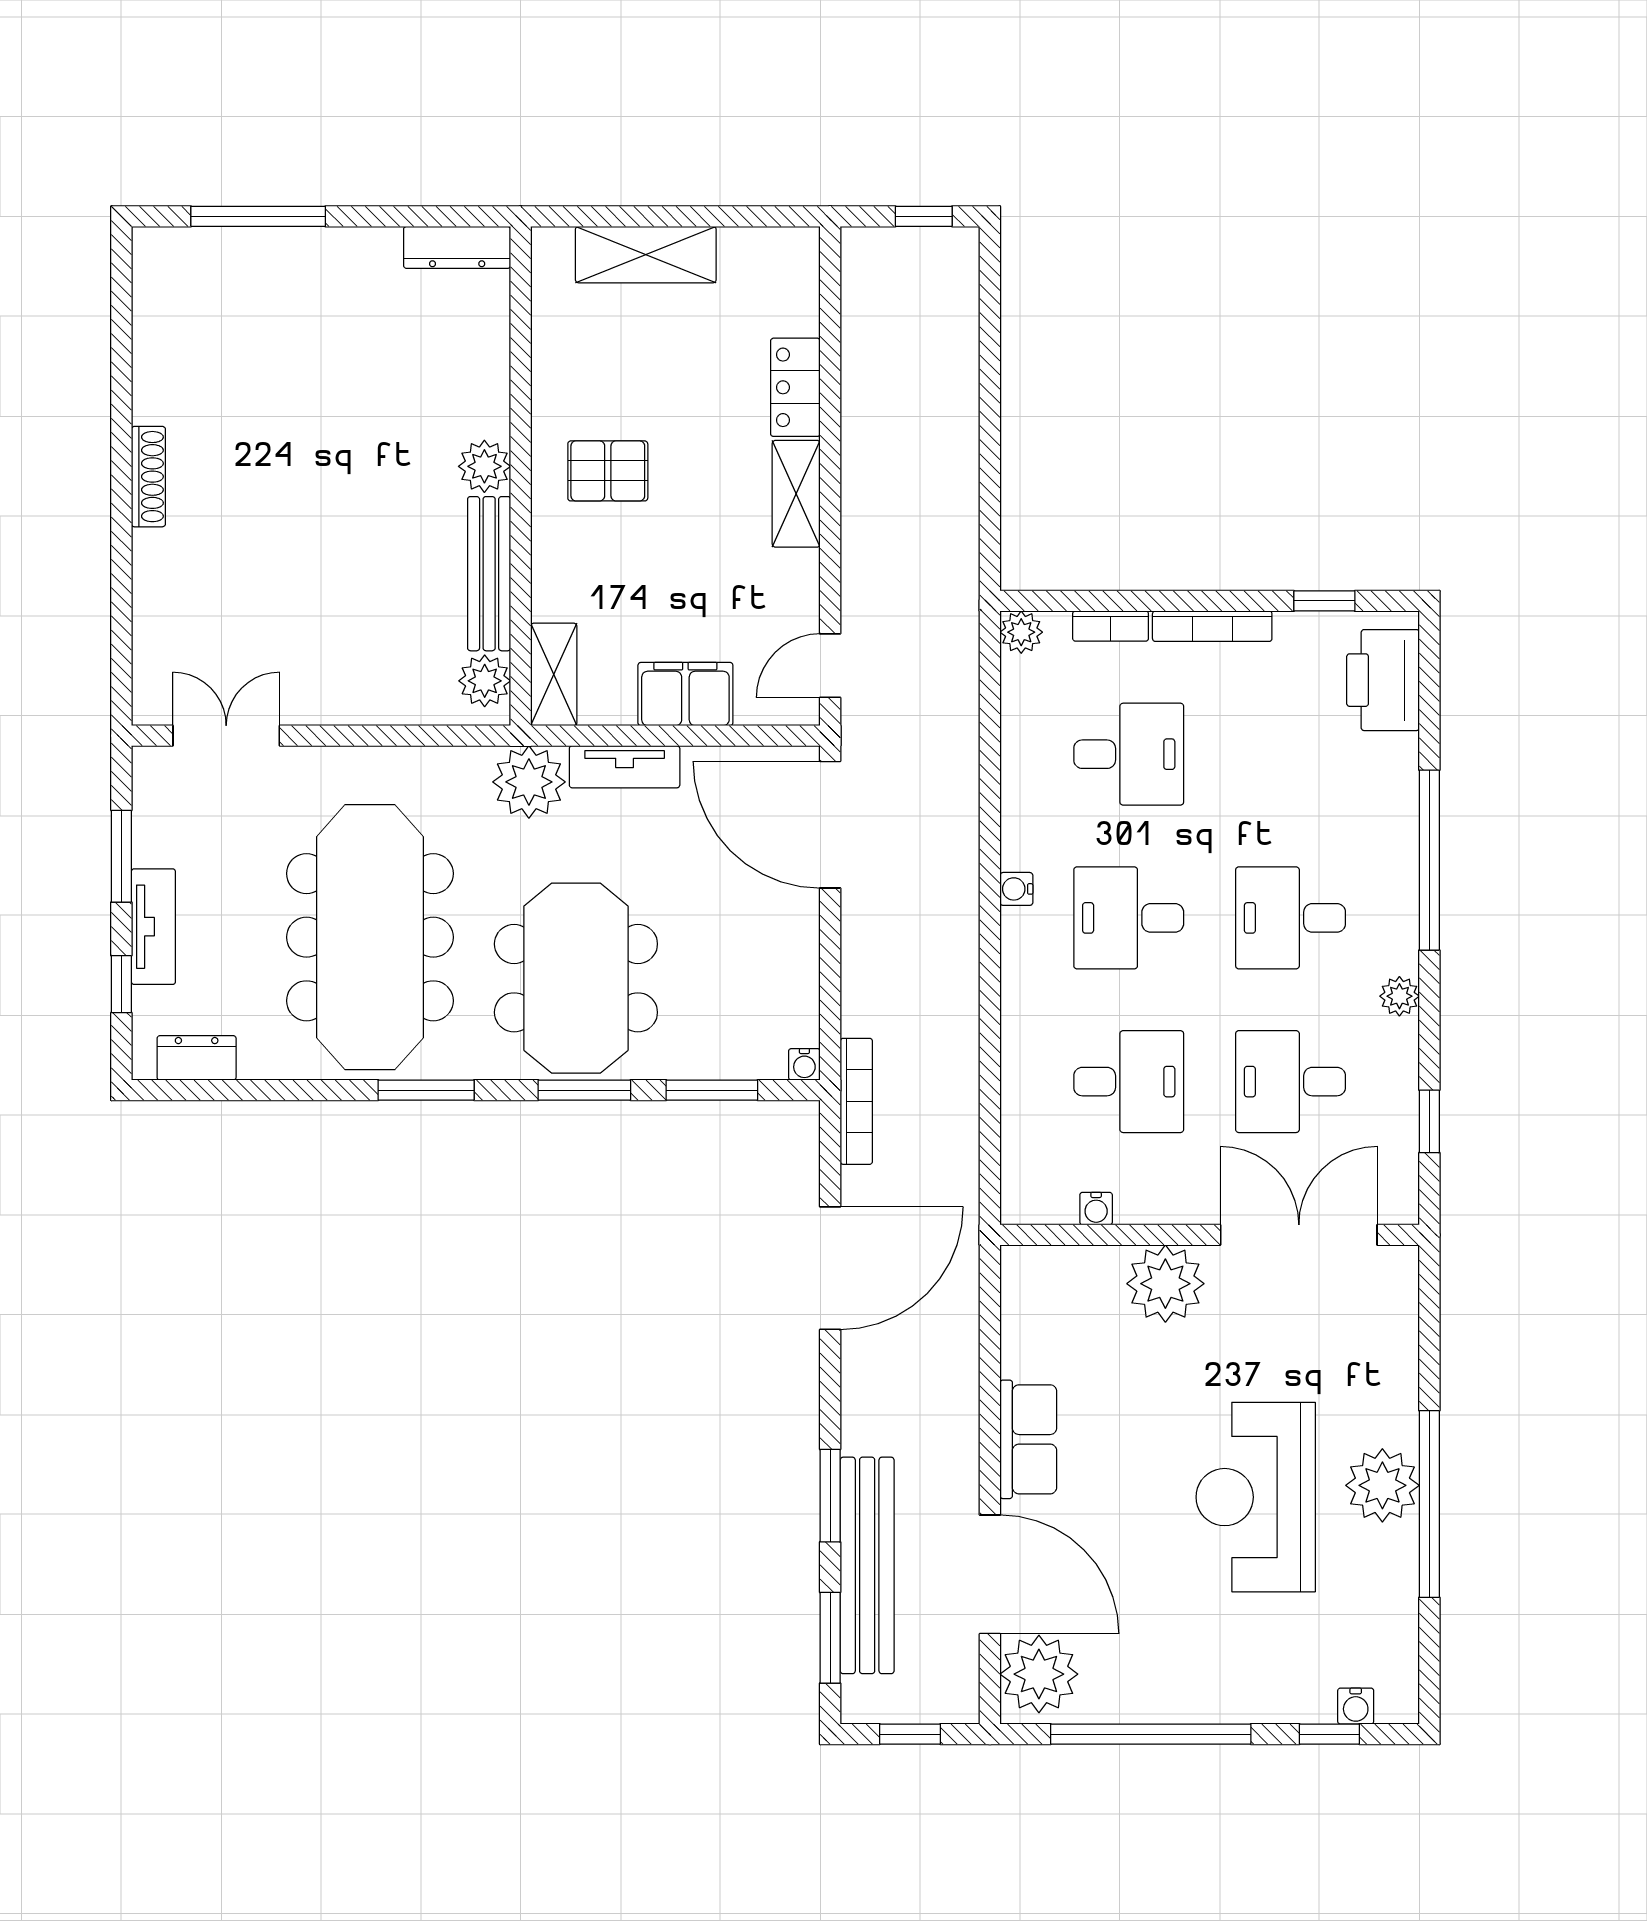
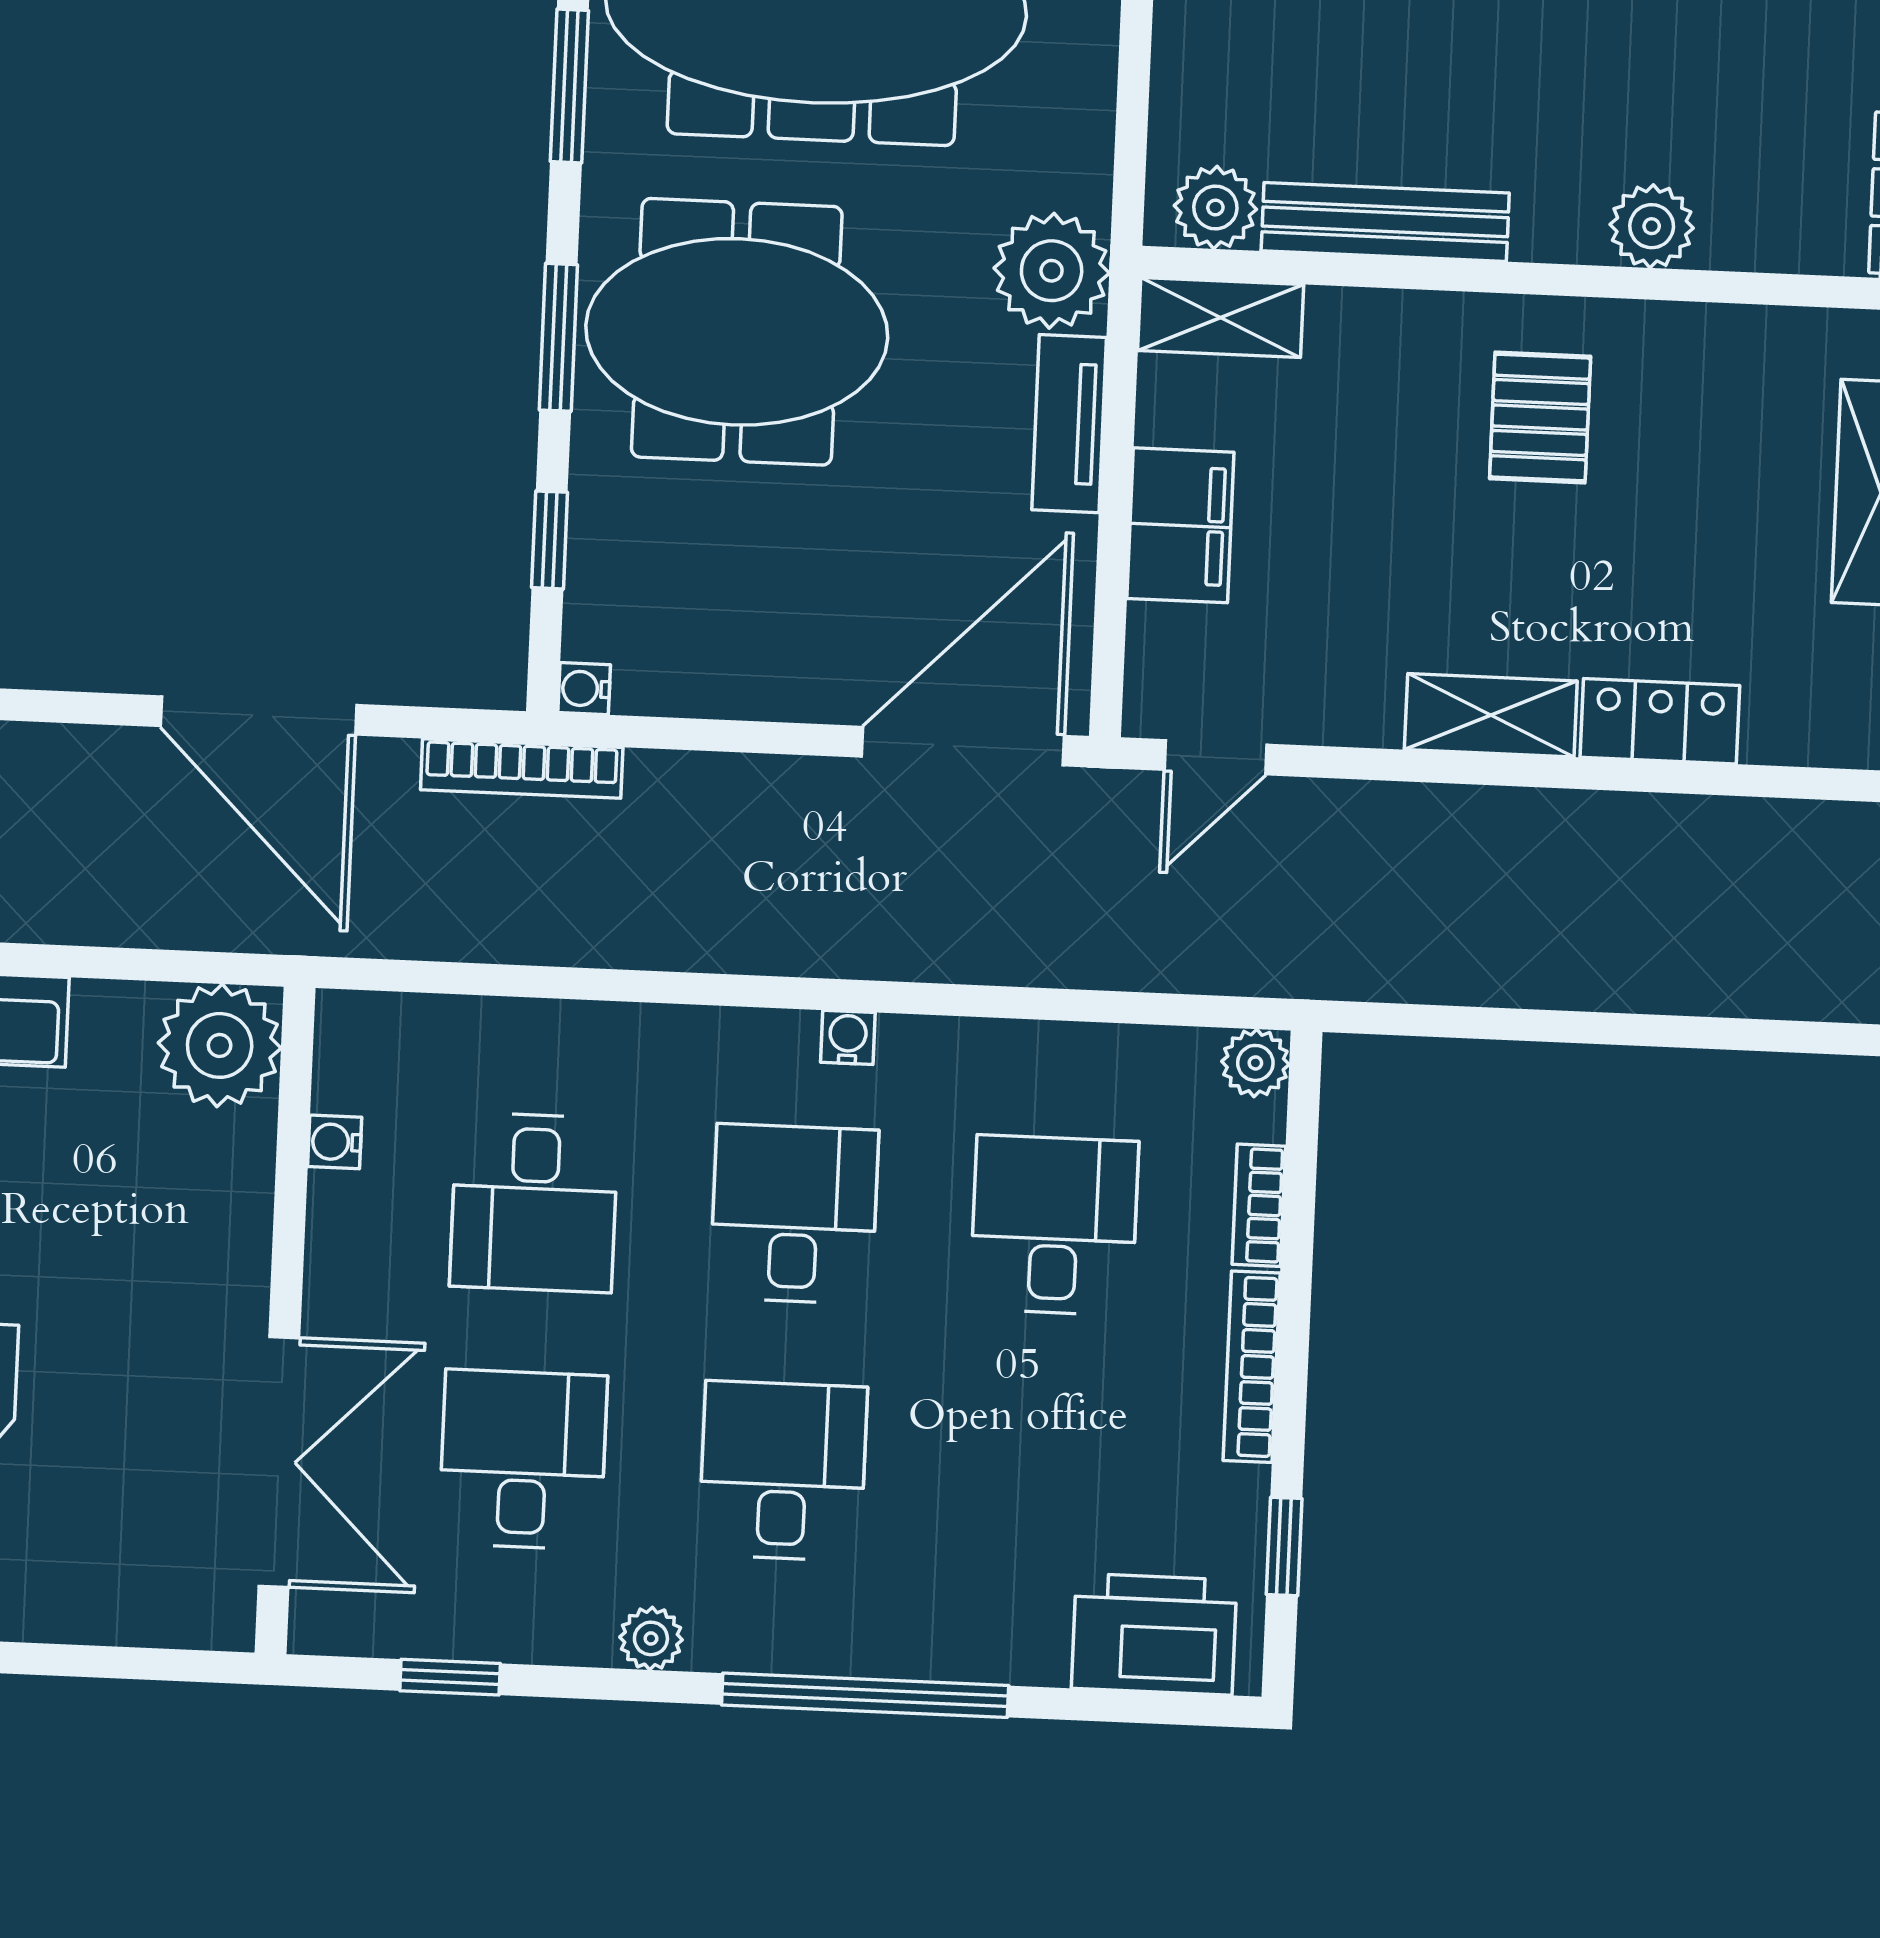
plant: (484, 466) -> (1652, 226), moved
door: (830, 666) -> (1215, 757), swing flipped
desk: (1129, 754) -> (1054, 1225), turned 180
window: (712, 1090) -> (550, 540), width x0.67
plant: (1165, 1284) -> (220, 1045), moved

